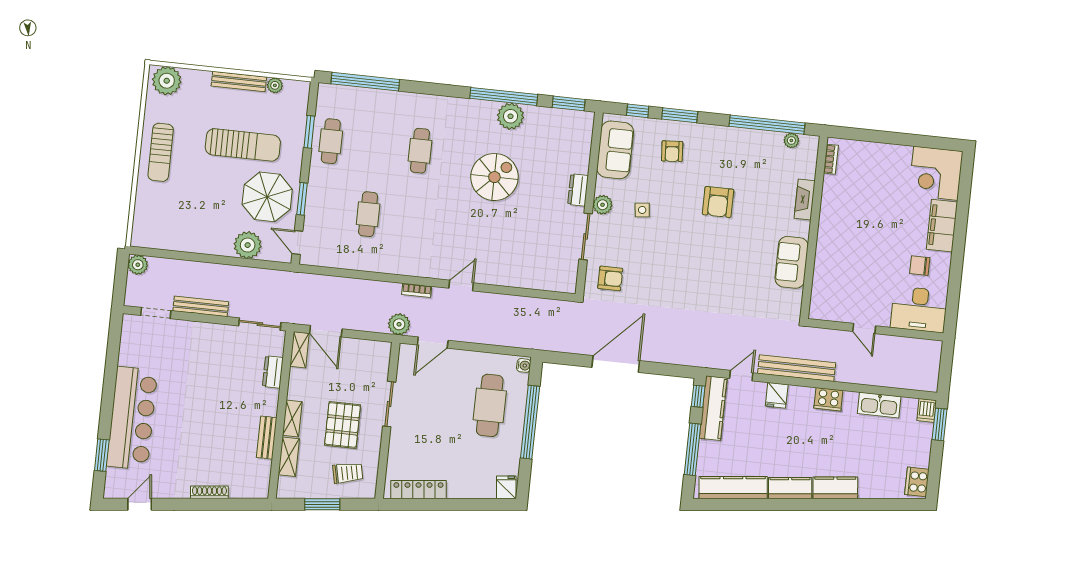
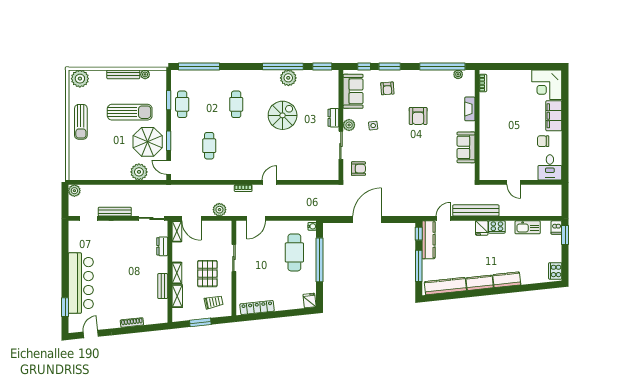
desk: (919, 309) -> (550, 167), width x0.73
plant: (399, 324) -> (219, 210), moved
fridge: (777, 395) -> (482, 228), moved

